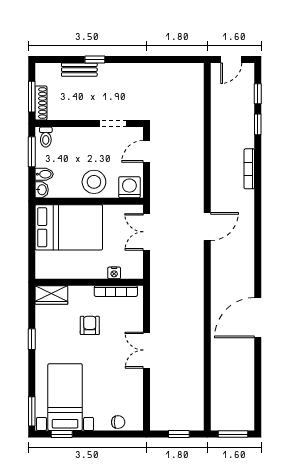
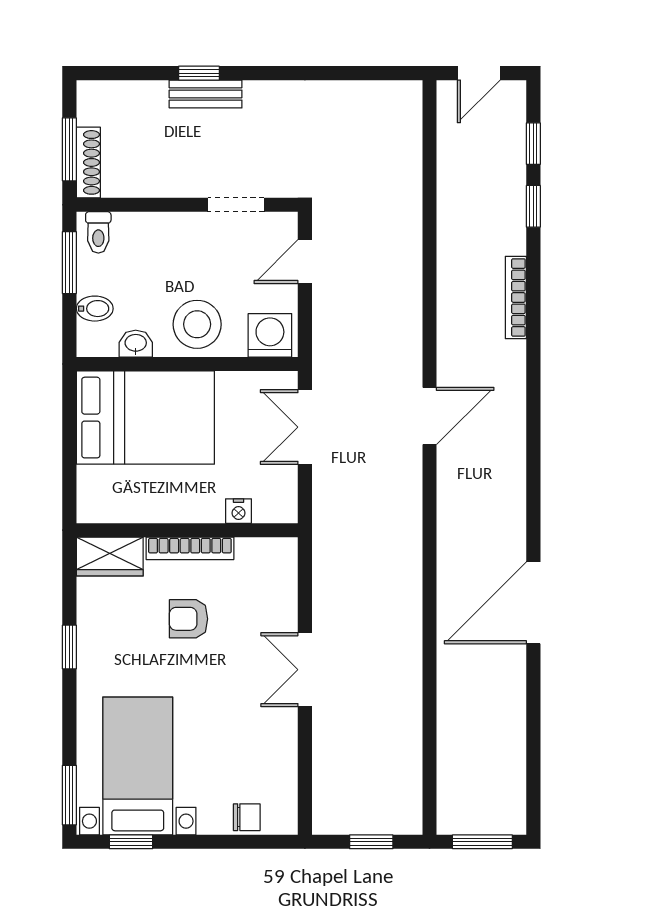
bench: (79, 70) -> (206, 94), moved
washbasin: (42, 190) -> (136, 344), moved, turned -90
bookcase: (116, 291) -> (190, 548), moved
armchair: (90, 325) -> (189, 619), turned -90

